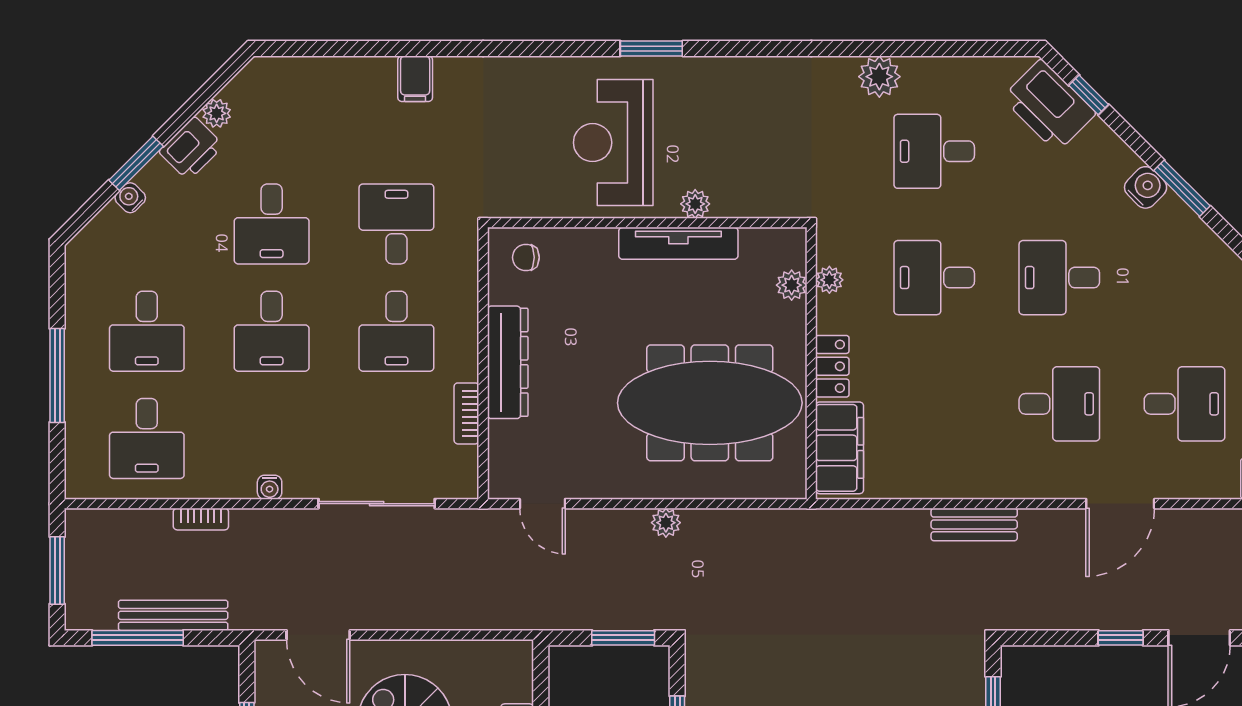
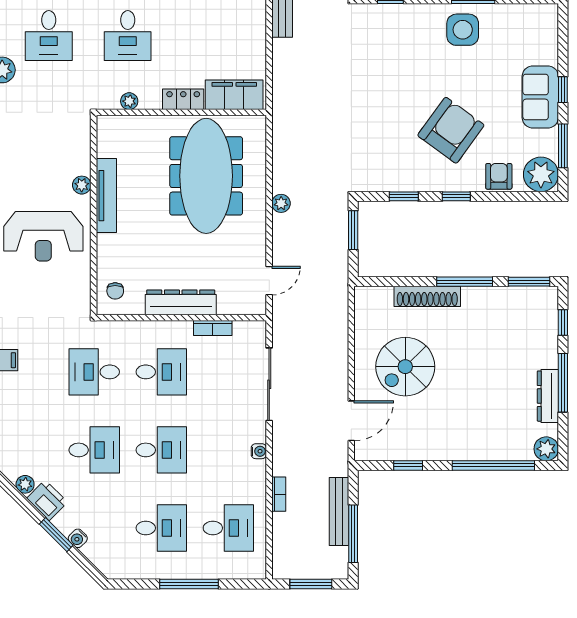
plant: (792, 285) -> (132, 125), removed

